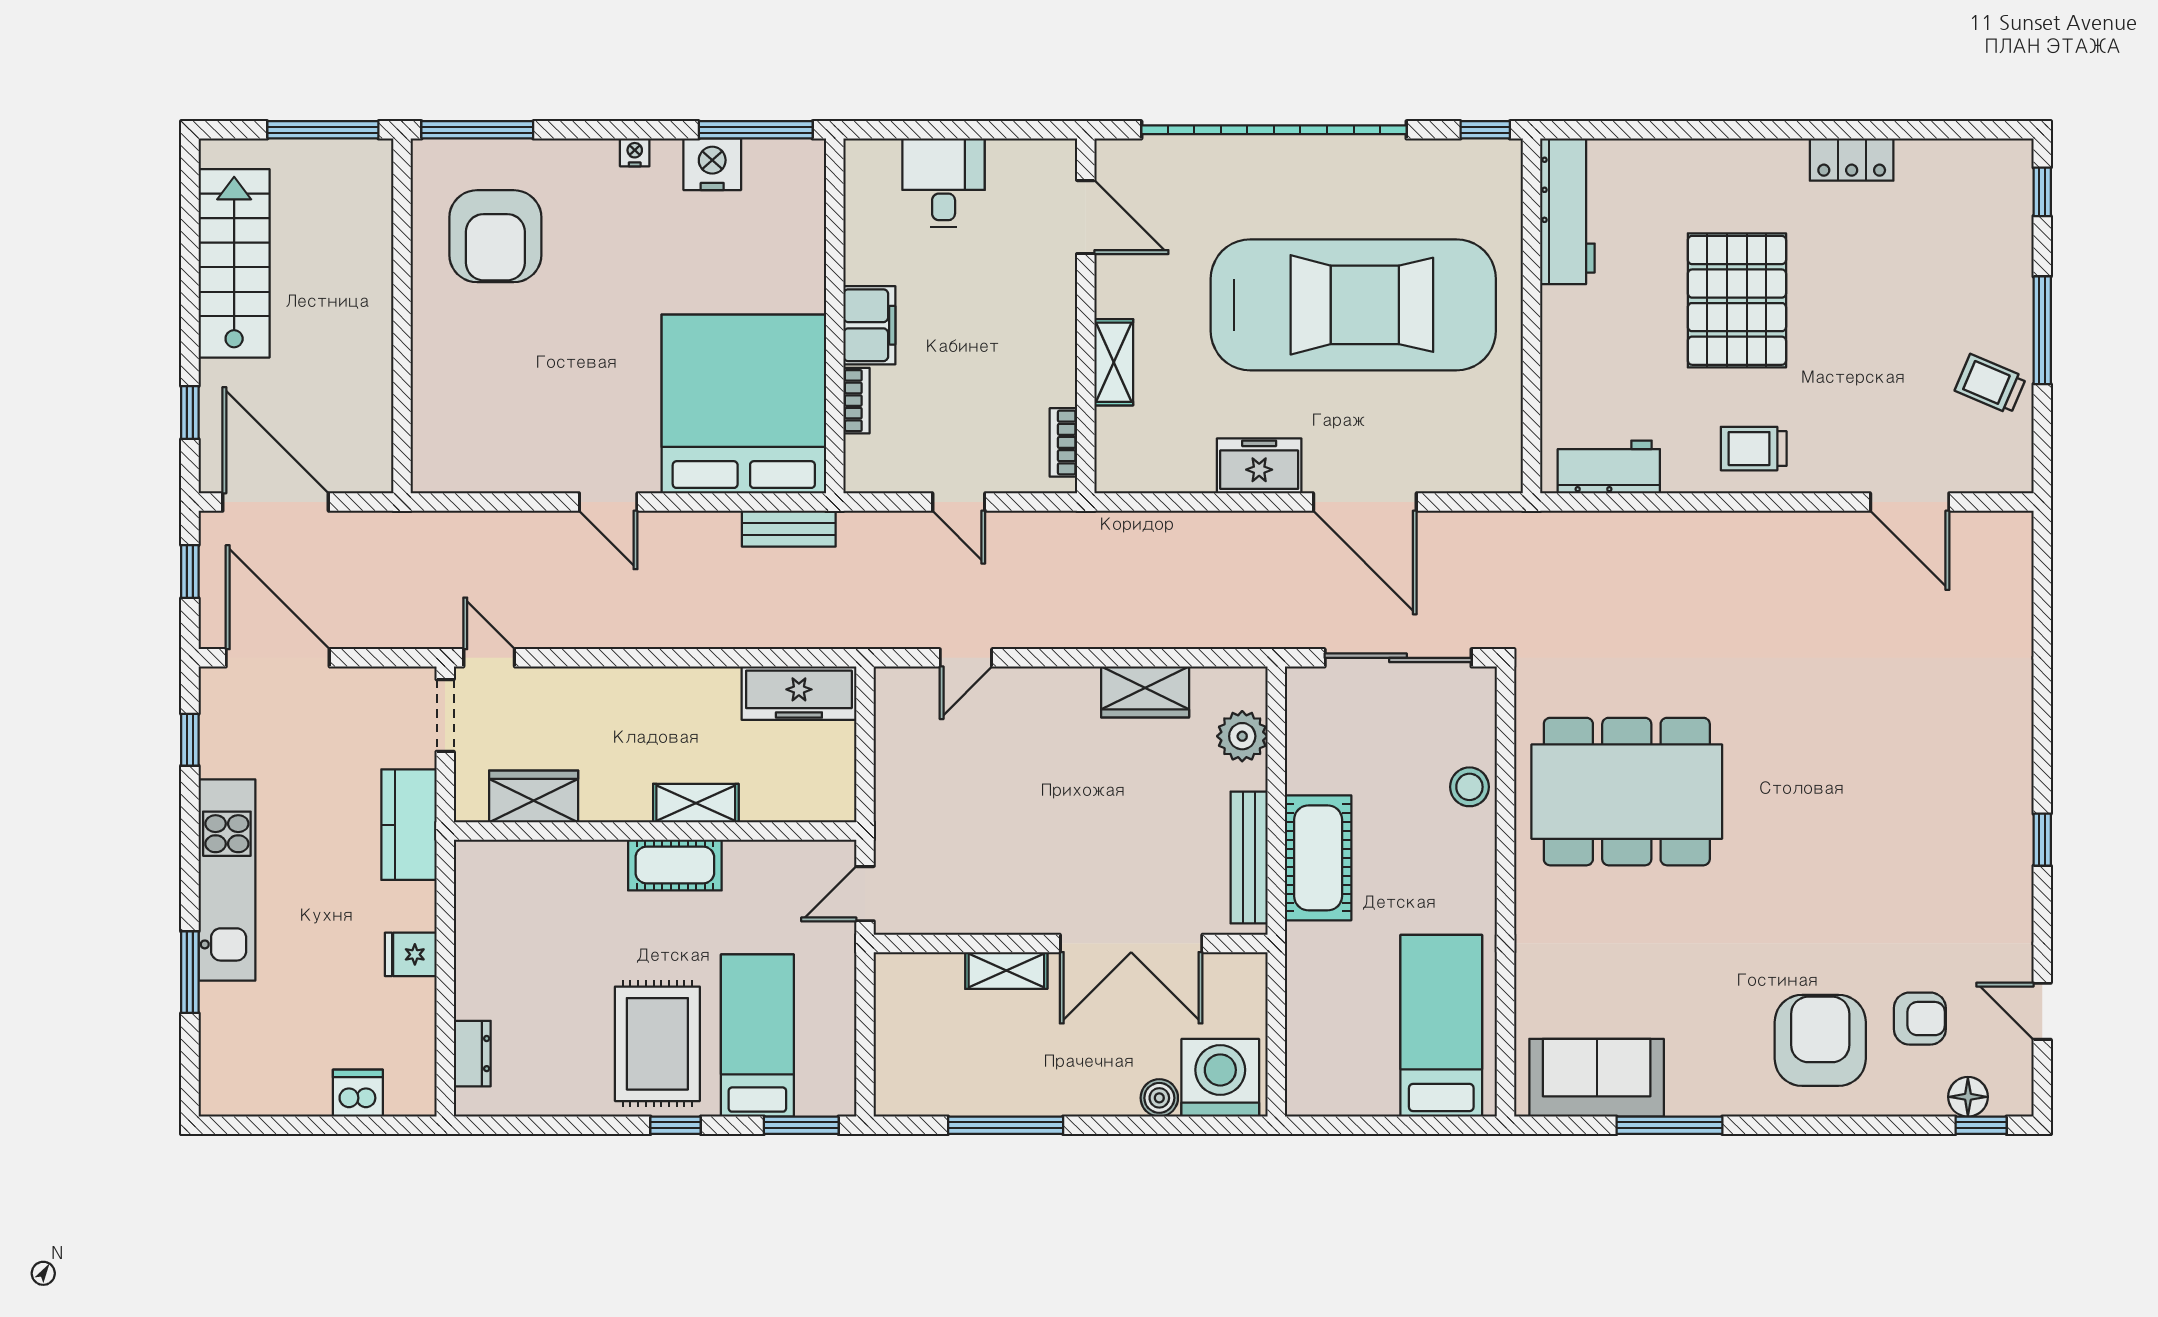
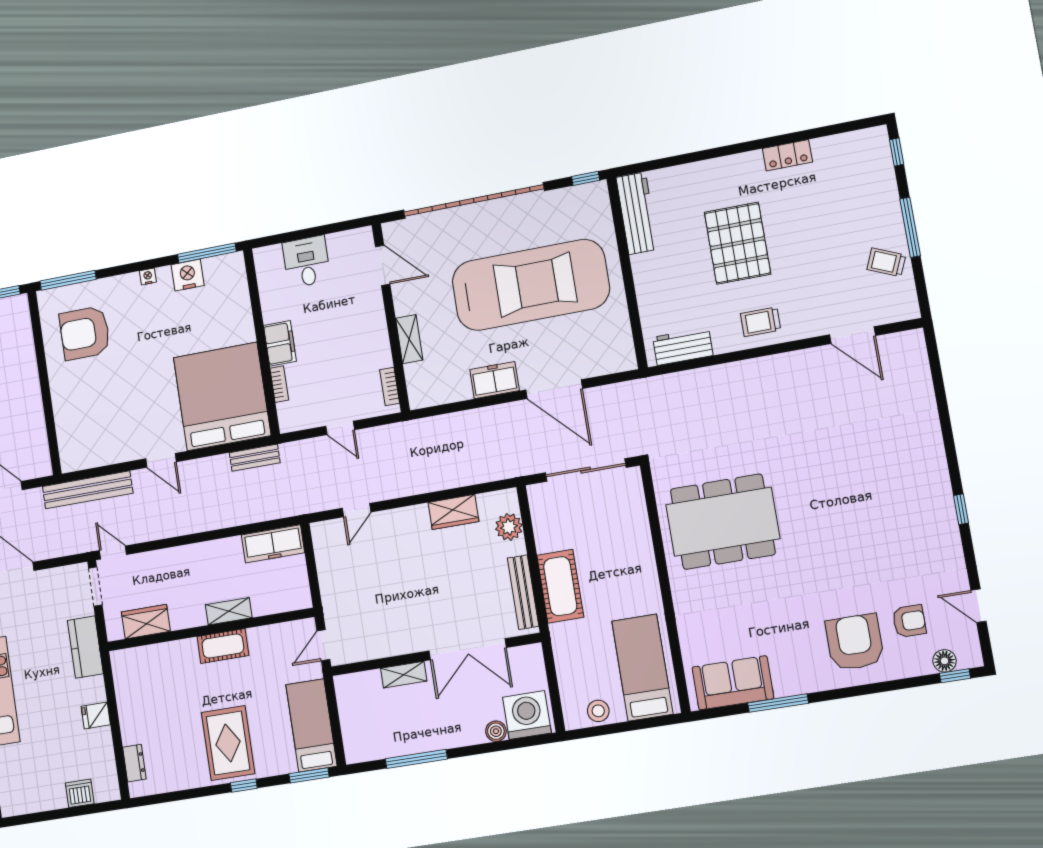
armchair: (495, 236) -> (85, 333), turned 90
bench: (457, 532) -> (88, 490), added
stool: (1469, 787) -> (598, 711), moved
bed: (757, 1036) -> (311, 725), moved

